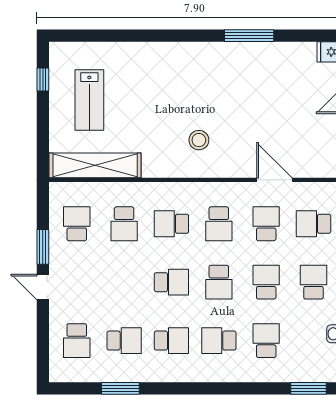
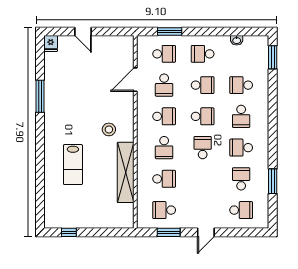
lab bench: (89, 100) -> (73, 165), moved, turned 90
shelving: (95, 165) -> (126, 172), moved
school desk: (266, 224) -> (164, 85), turned -90
school desk: (314, 224) -> (164, 54), turned -90
window: (43, 247) -> (169, 232), moved
school desk: (266, 282) -> (203, 85), turned 180
school desk: (171, 341) -> (241, 148), turned -90

